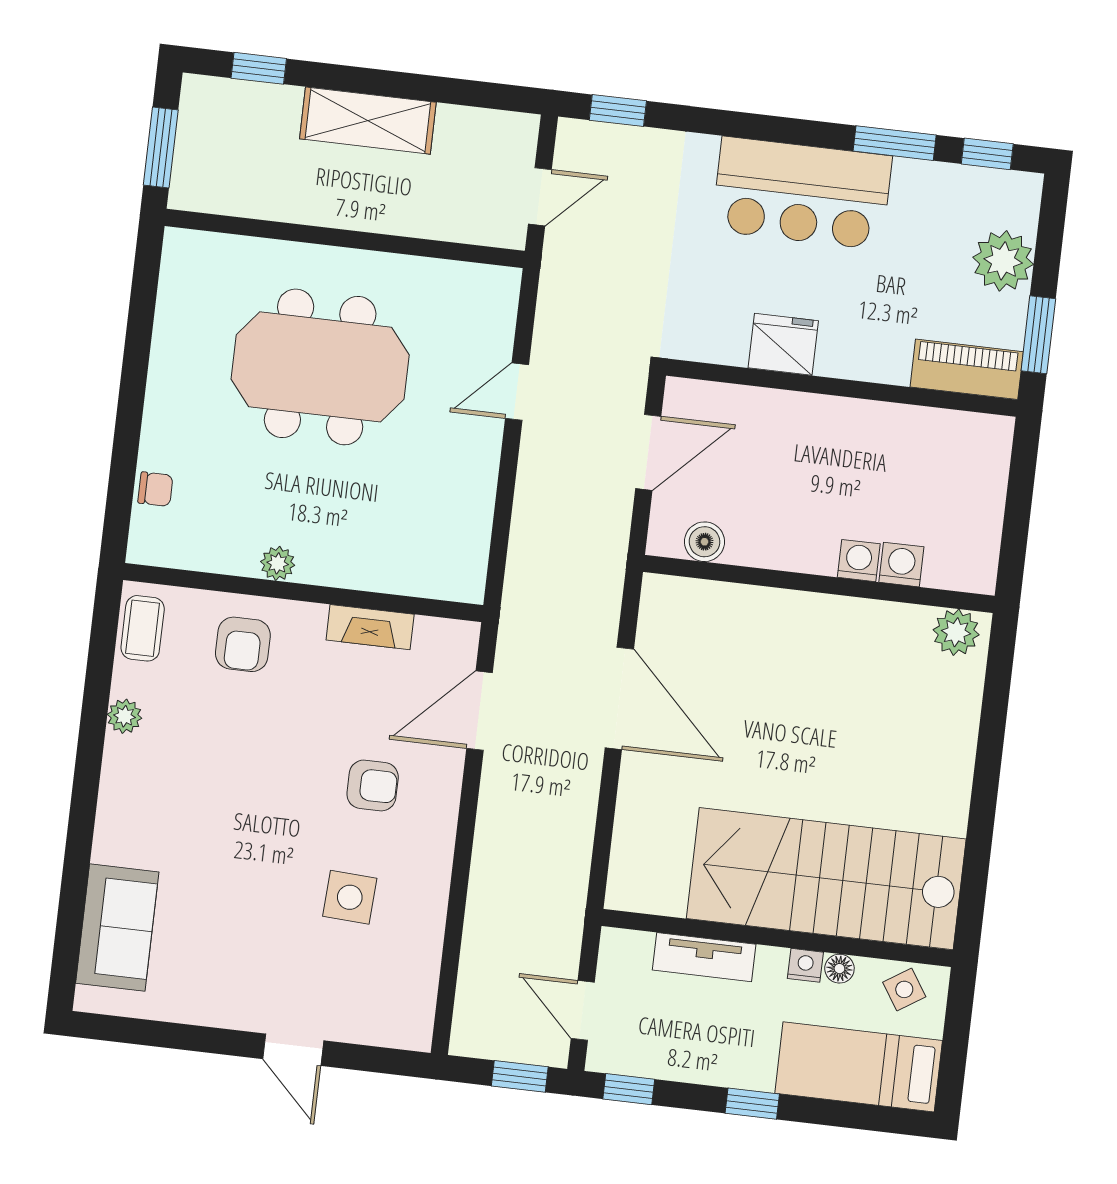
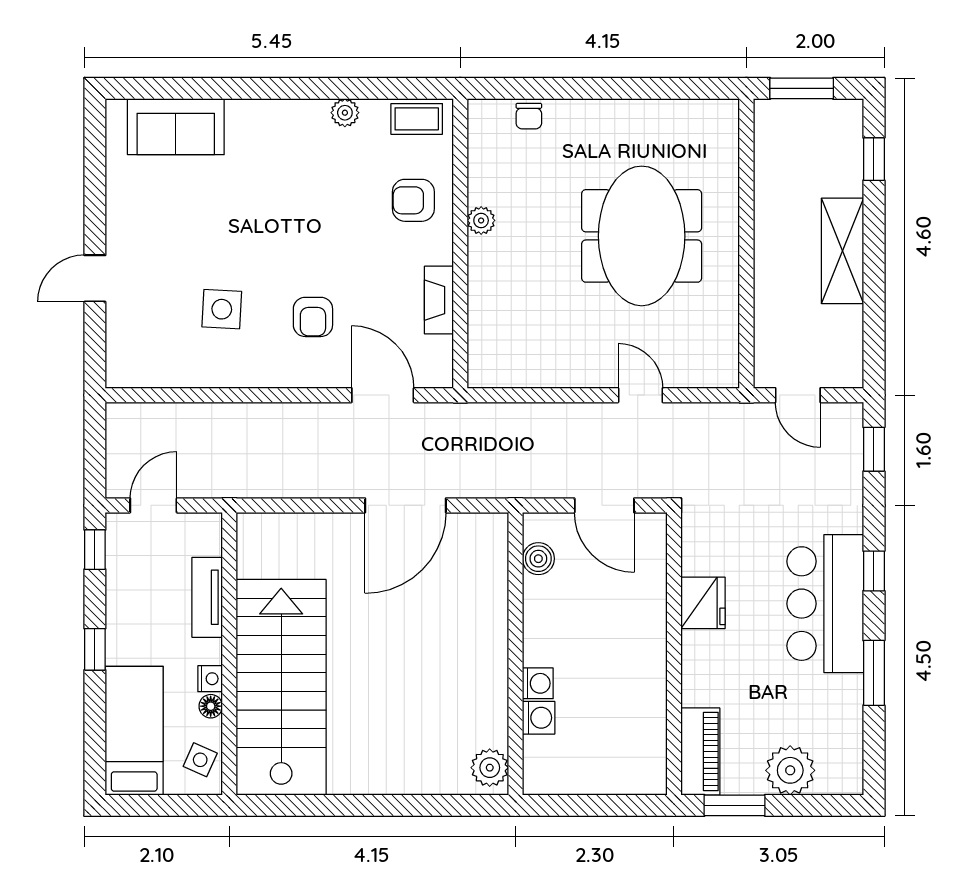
window: (987, 154) -> (874, 571), moved
side table: (904, 989) -> (200, 760), turned -33
window: (520, 1076) -> (95, 461), removed

